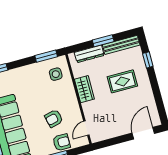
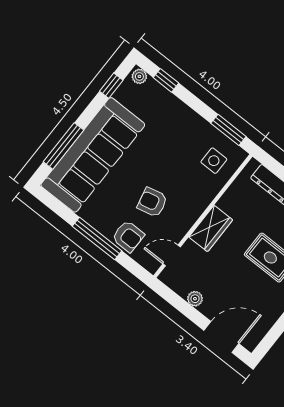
wardrobe: (84, 89) -> (211, 228), moved
plant: (115, 132) -> (195, 299), added

